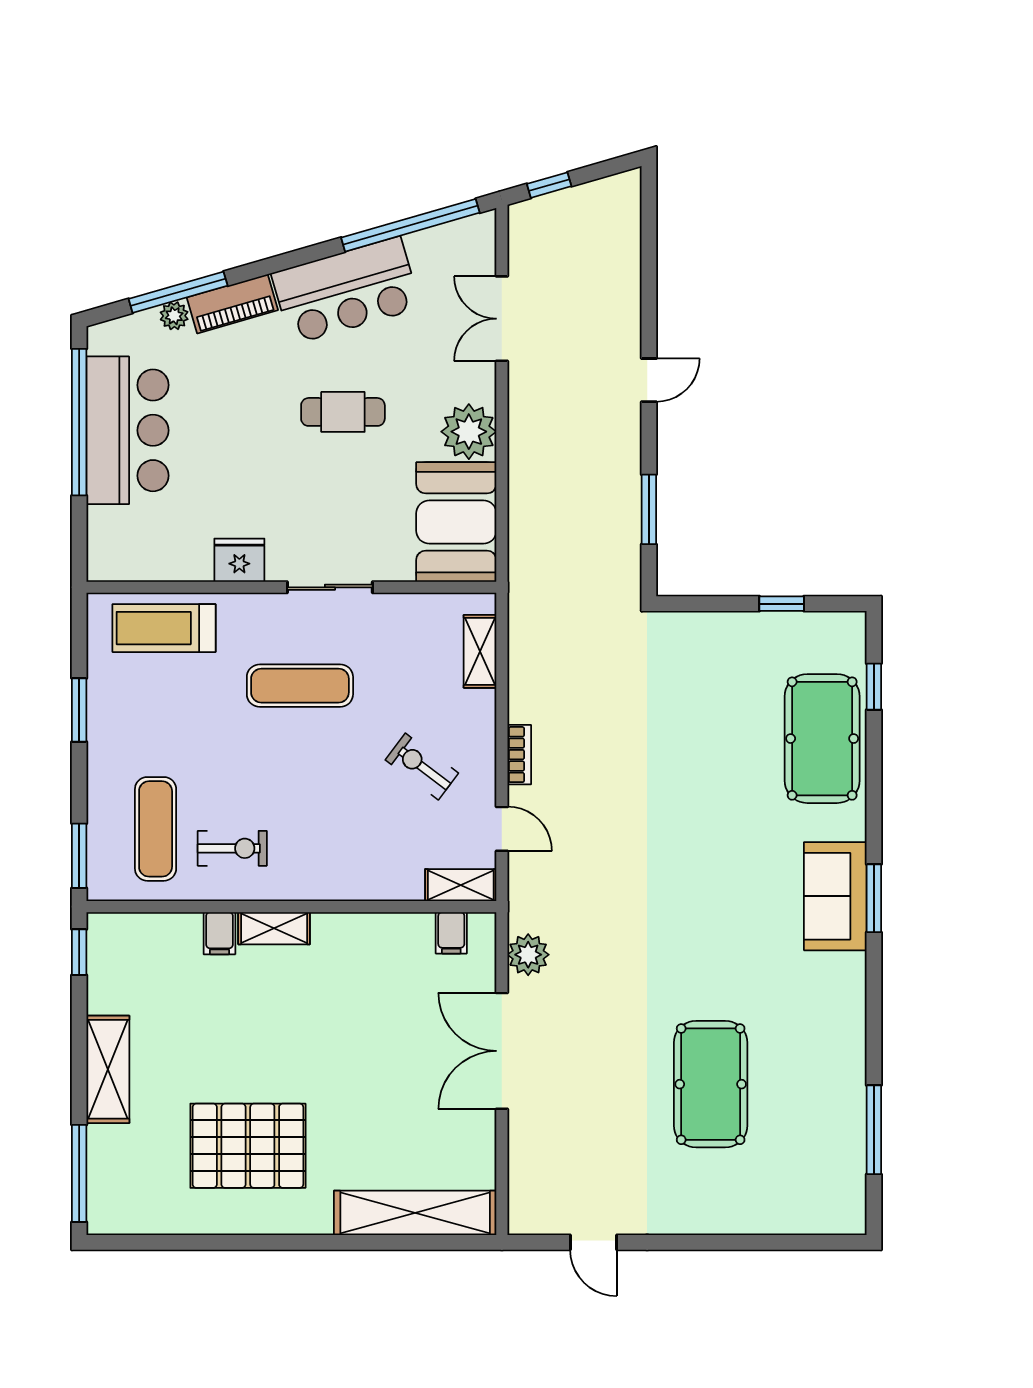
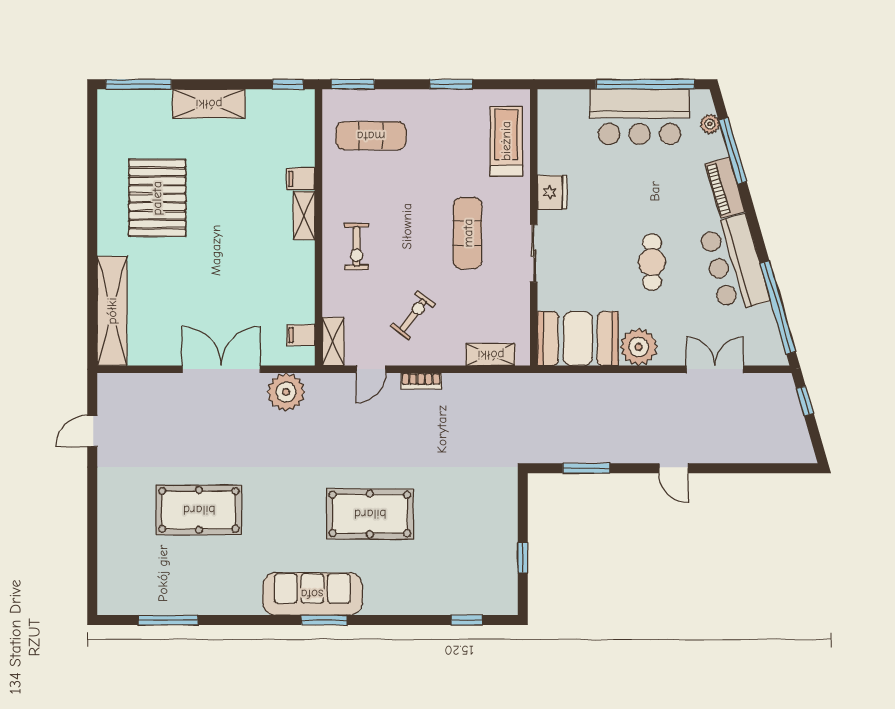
plant: (174, 316) -> (710, 124), moved
pool table: (822, 739) -> (370, 514), moved
exercise bike: (232, 848) -> (357, 246), moved
sofa: (835, 896) -> (312, 594), width x1.36
plant: (528, 955) -> (286, 392), width x1.36, depth x1.36

